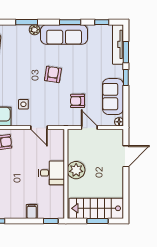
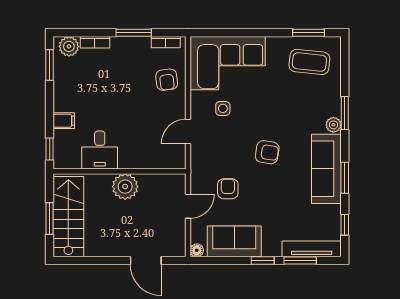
desk: (51, 173) -> (100, 150), moved

